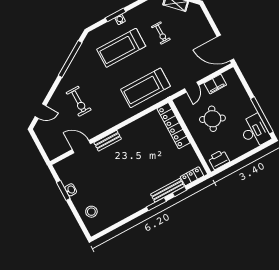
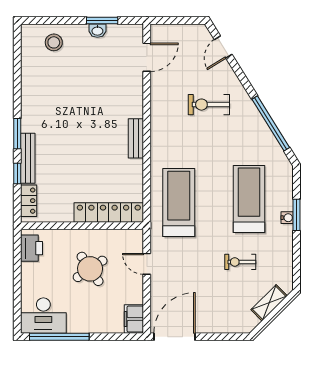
filing cabinet: (215, 84) -> (134, 319), moved
round table: (212, 119) -> (90, 269), turned 32
bench: (108, 141) -> (136, 138), moved
door: (81, 147) -> (147, 57), moved

